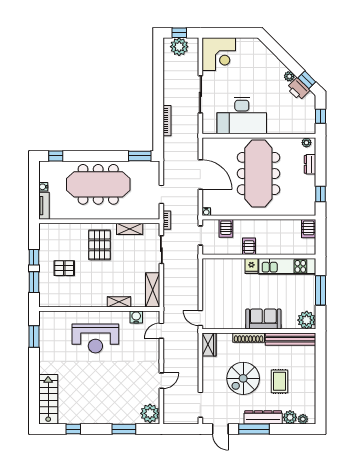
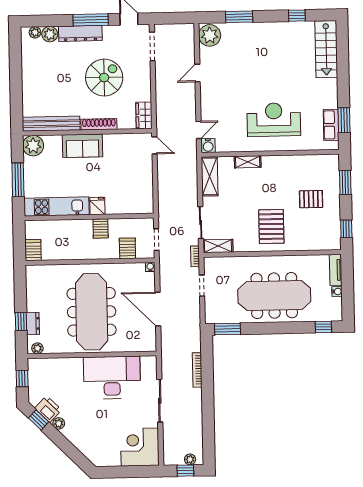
plant: (179, 47) -> (190, 459), width x0.53, depth x0.53
window: (320, 194) -> (21, 322), moved
shelving: (130, 229) -> (218, 246), moved
window: (34, 257) -> (346, 229), moved
water cooler: (136, 317) -> (208, 146), moved
row of seats: (45, 333) -> (331, 125), added
rug: (279, 381) -> (63, 75), removed

